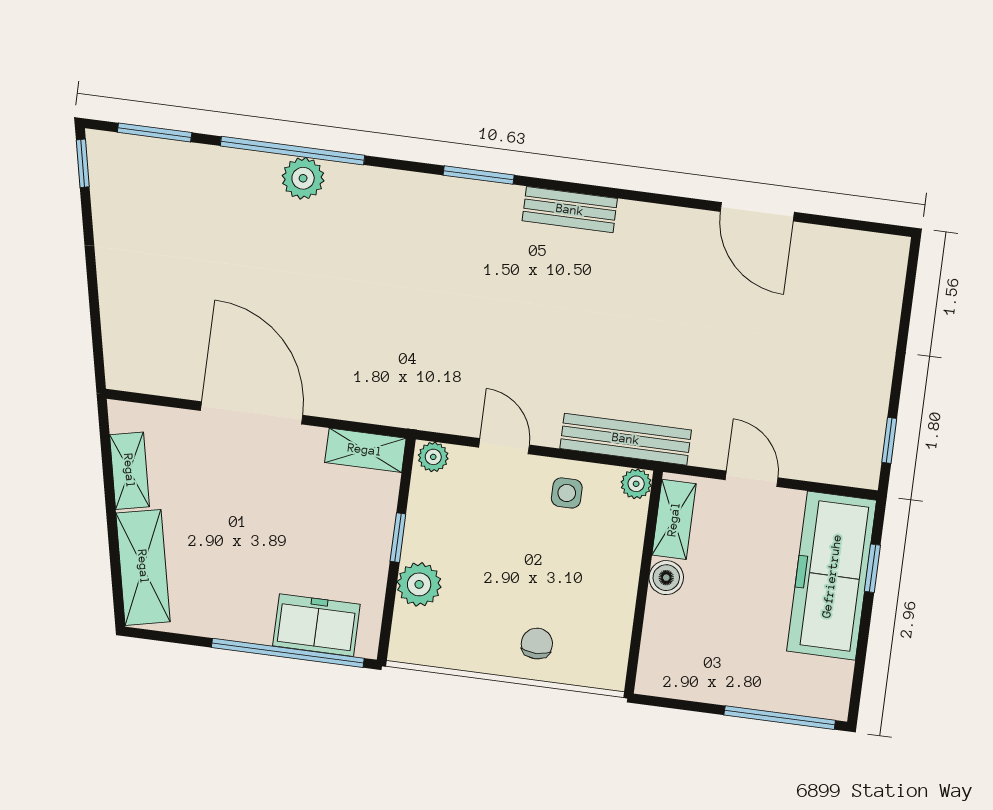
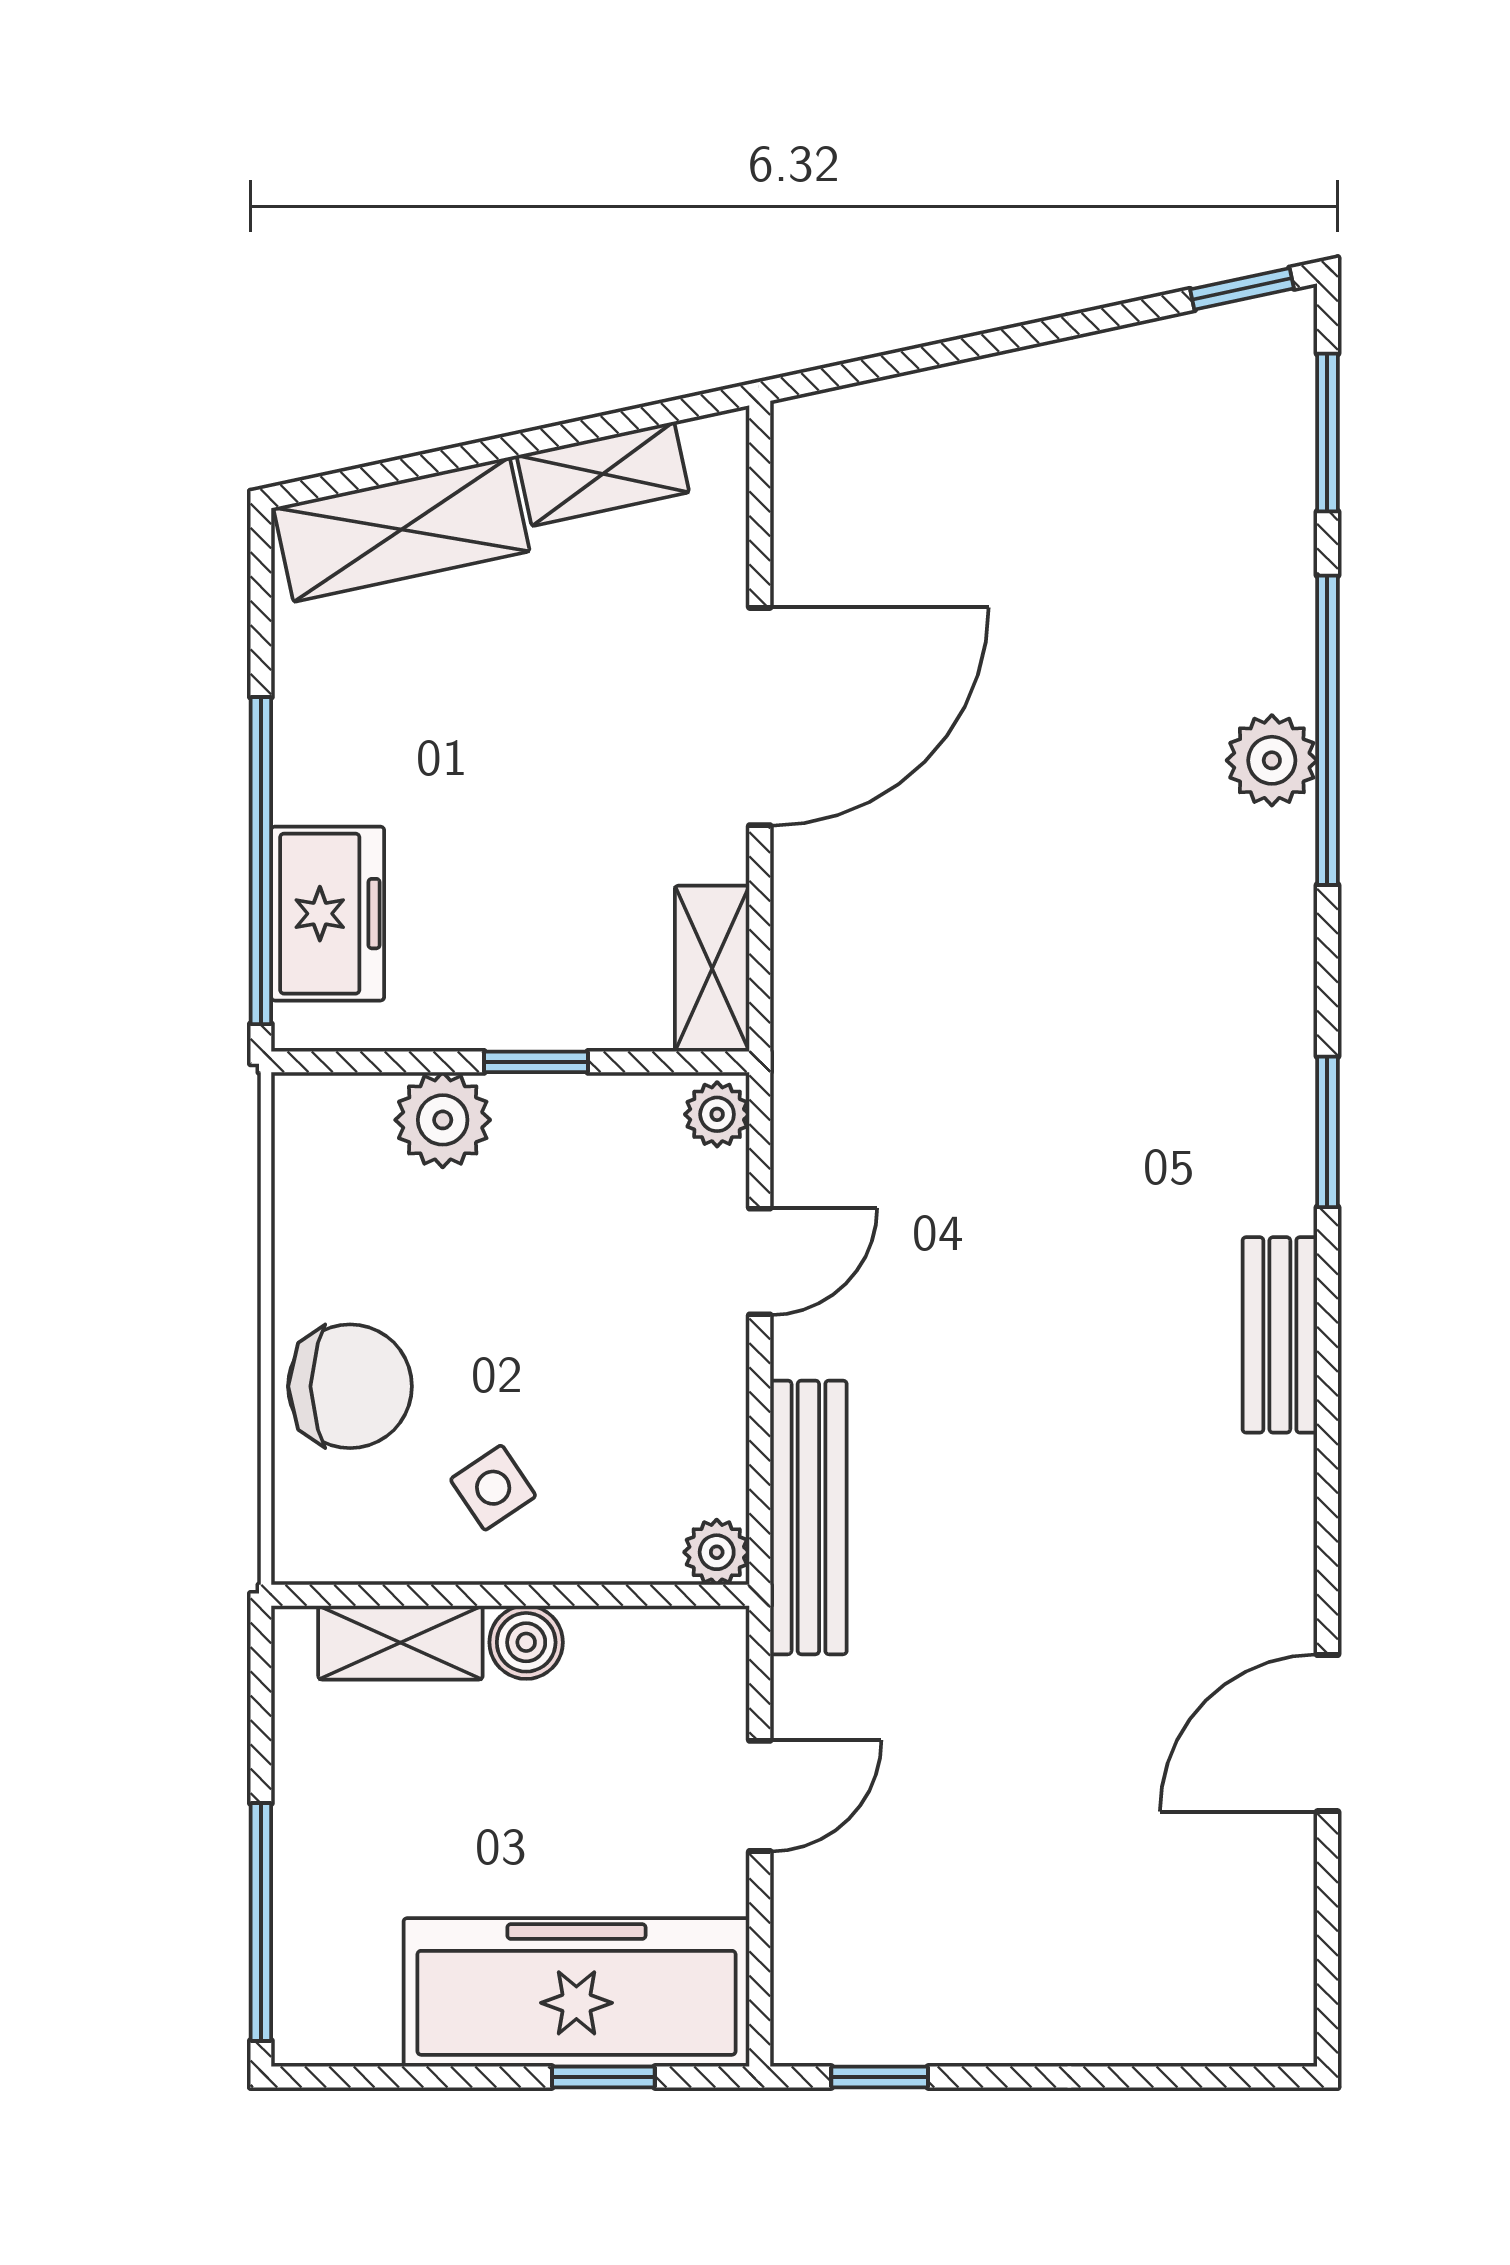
side table: (567, 493) -> (493, 1488), moved, turned -34
shelving: (674, 519) -> (400, 1643), moved
chair: (537, 644) -> (350, 1386), width x1.87, depth x1.87

